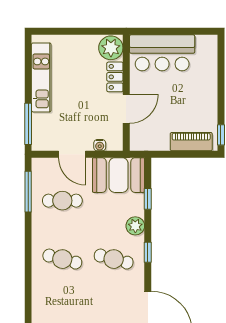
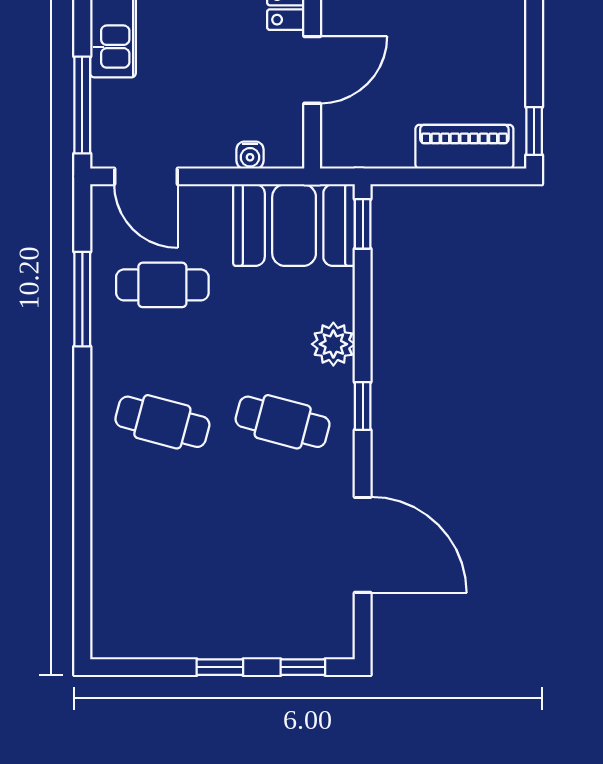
door: (72, 154) -> (146, 176), moved
window: (28, 192) -> (82, 299), moved
window: (148, 199) -> (363, 224), moved

